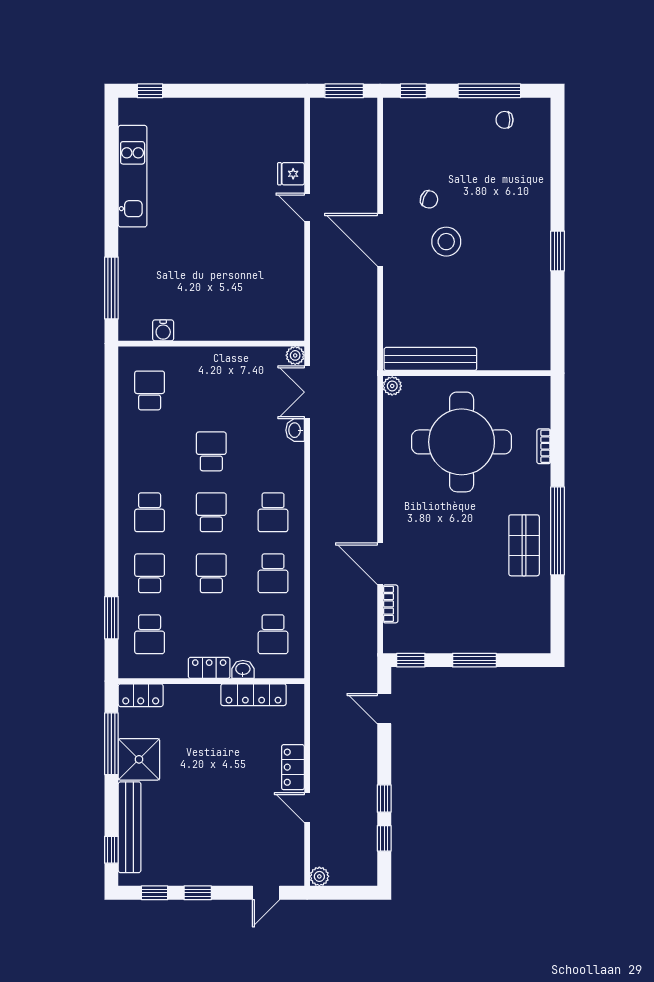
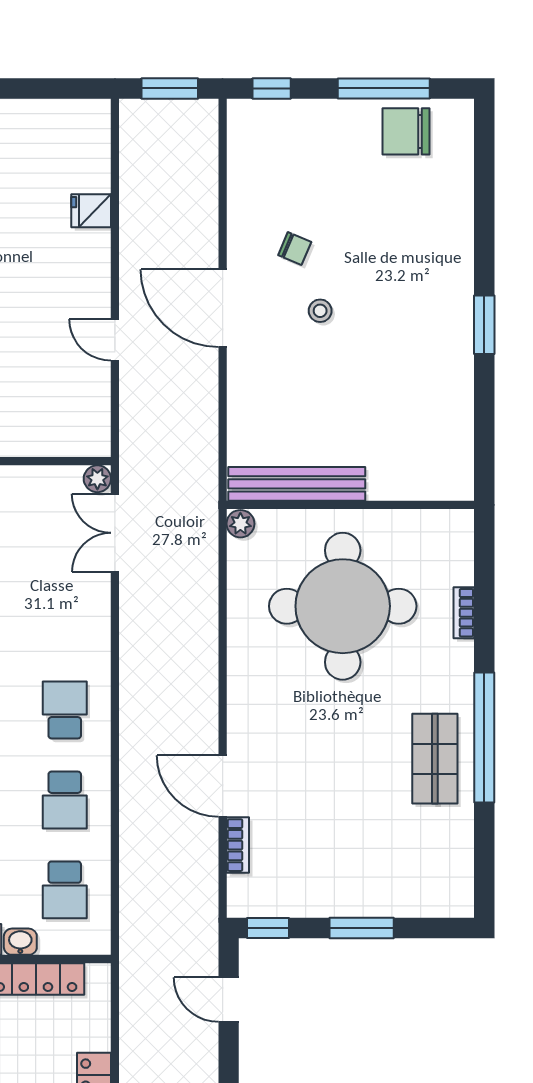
chair: (505, 120) -> (406, 131), width x1.87, depth x1.87
door: (307, 207) -> (115, 340), moved
stool: (446, 242) -> (320, 311), width x0.53, depth x0.53
washbasin: (295, 430) -> (97, 589), removed
school desk: (273, 512) -> (65, 710), turned 180

